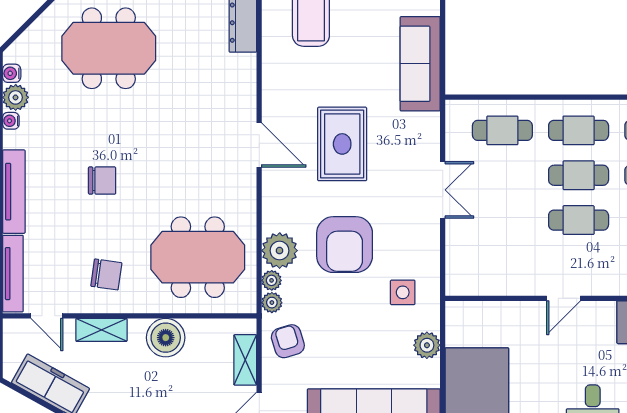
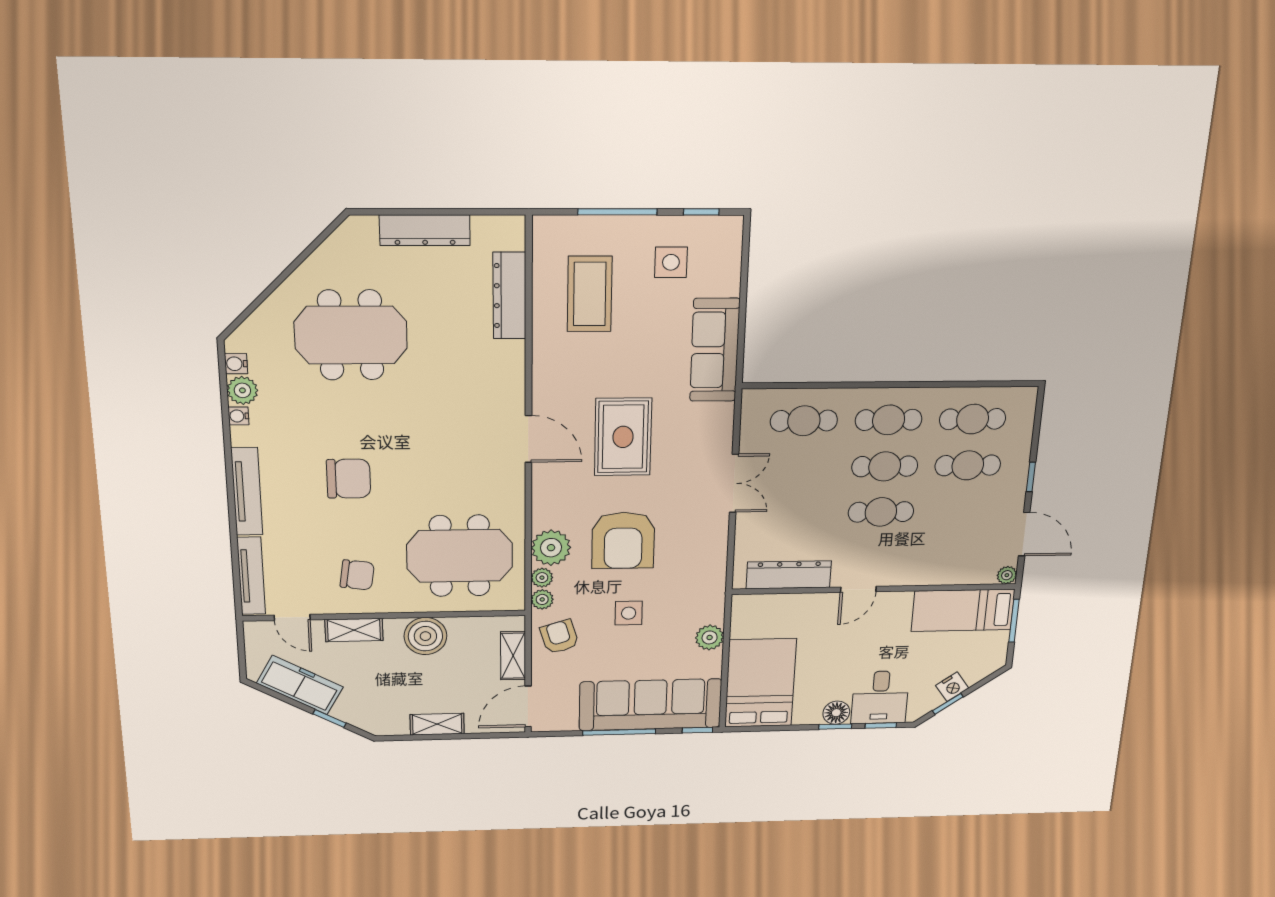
chair: (102, 181) -> (349, 479), width x1.37, depth x1.37
dresser: (497, 282) -> (789, 575), added
side table: (403, 292) -> (629, 613), moved

